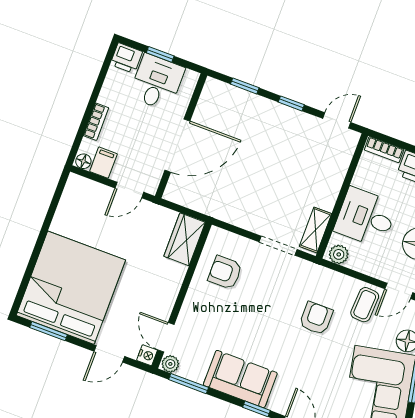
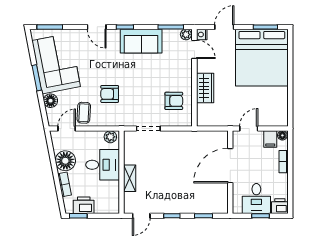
bookcase: (384, 150) -> (107, 209), removed
shelving: (315, 230) -> (130, 178), moved
wardrobe: (185, 239) -> (205, 88), moved
armchair: (316, 318) -> (110, 94), turned 90

